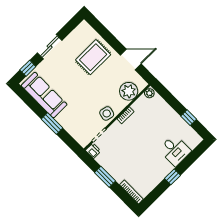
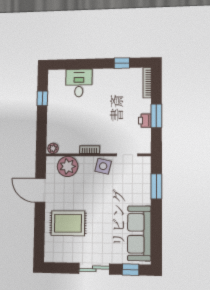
window: (52, 123) -> (156, 186), moved
printer: (93, 151) -> (145, 121), moved
window: (172, 177) -> (122, 63), moved

